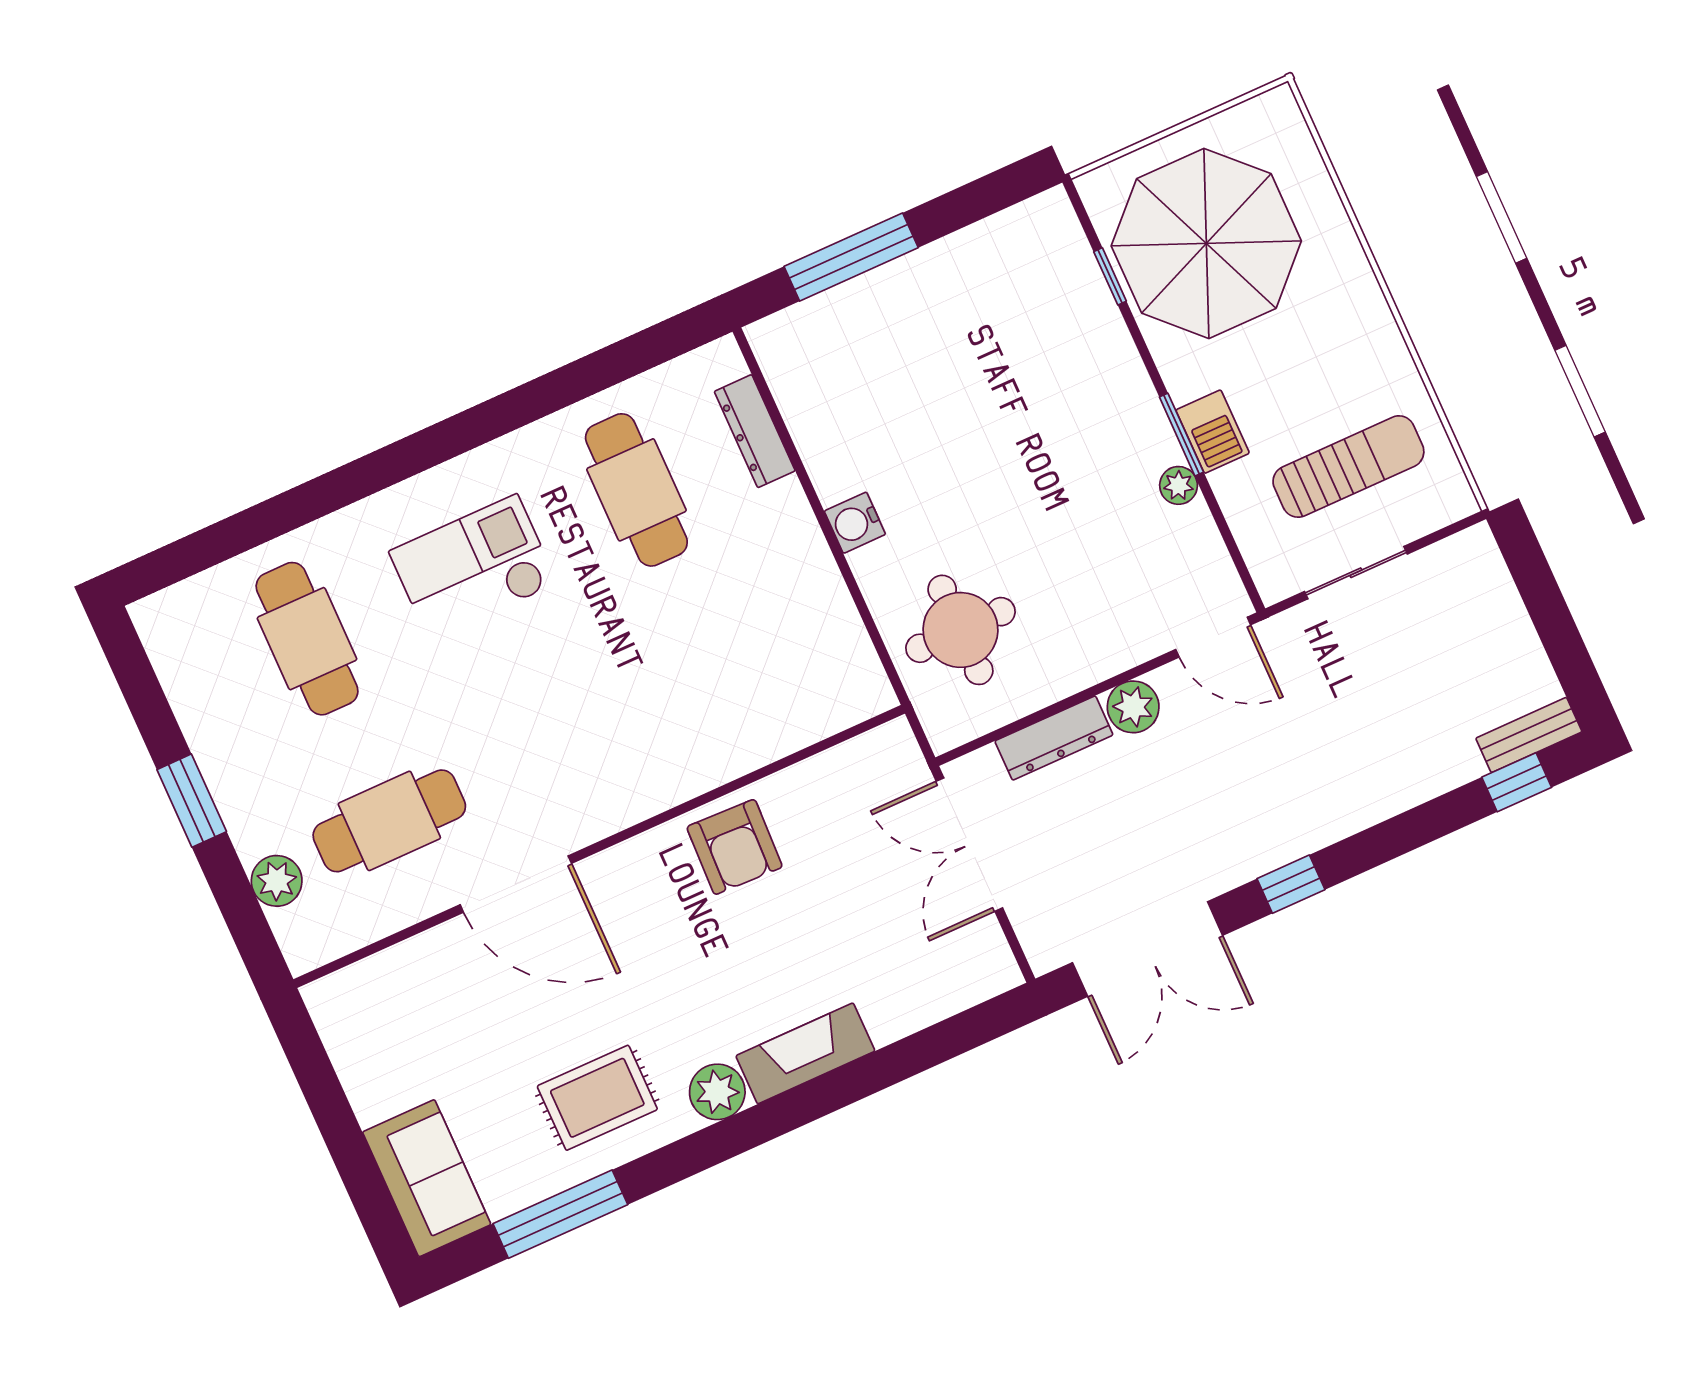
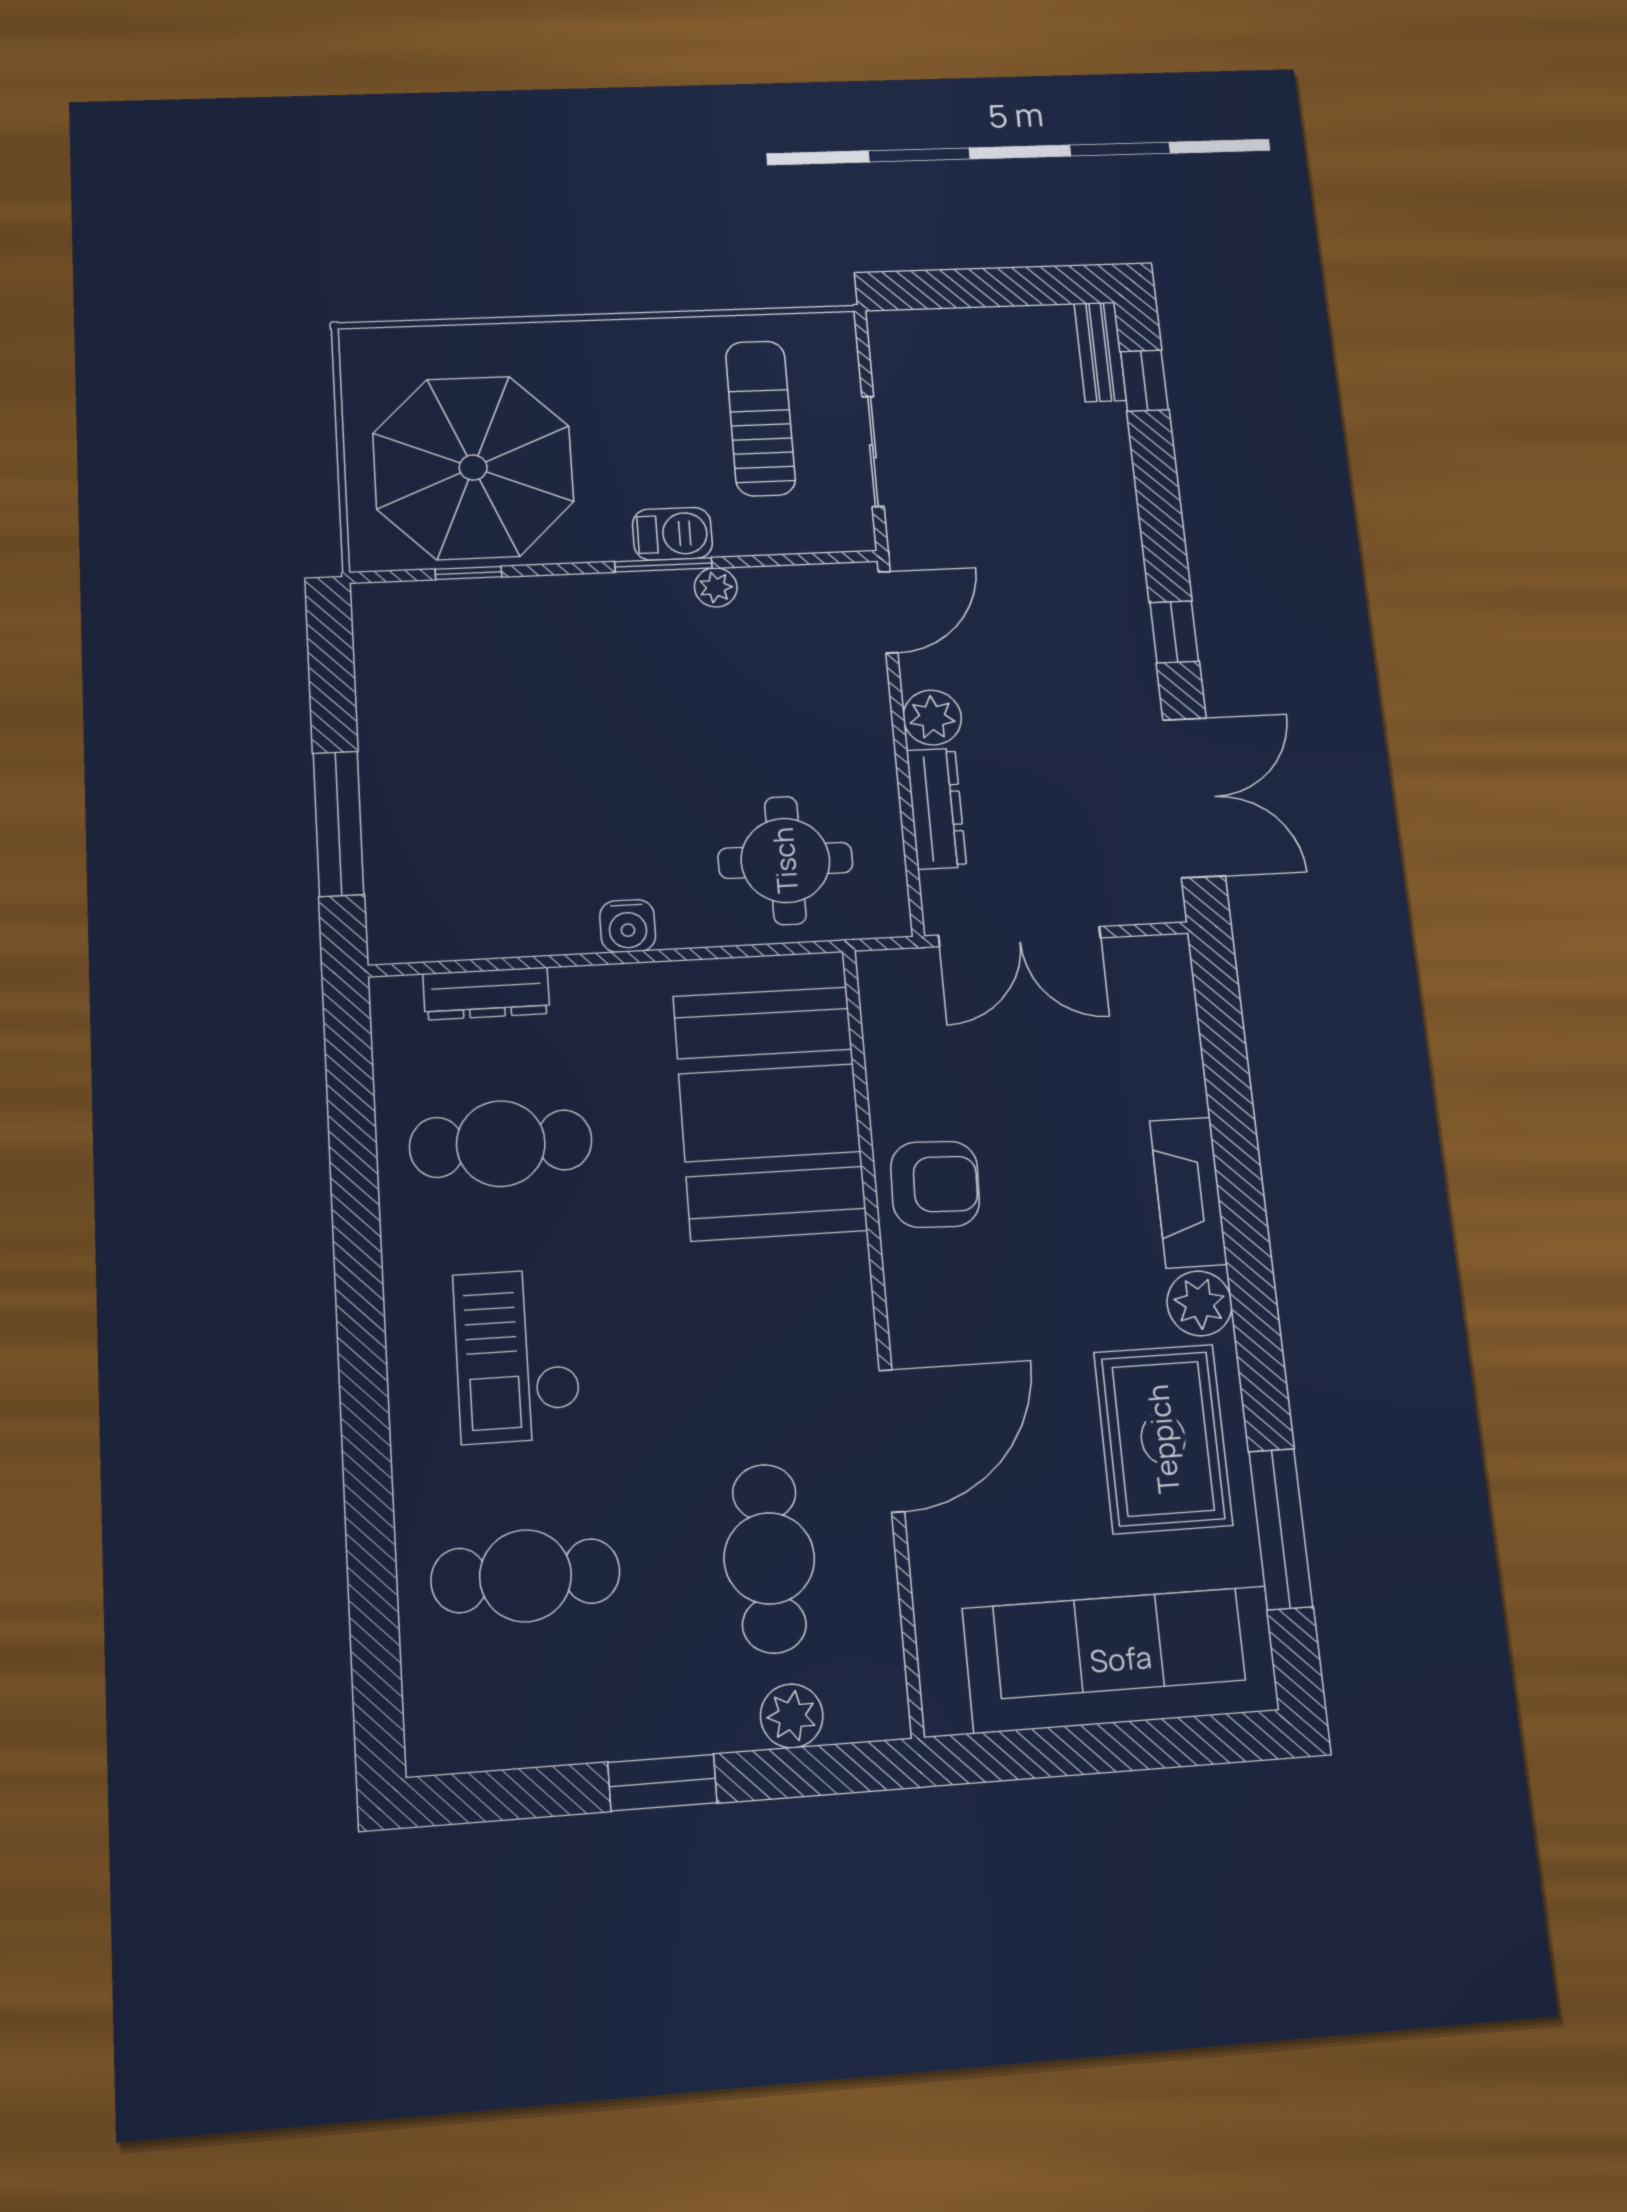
booth: (743, 694) -> (770, 1113), added
rug: (597, 1098) -> (1163, 1439), width x1.36, depth x1.43
sofa: (427, 1178) -> (1121, 1659), width x1.85, depth x1.27

